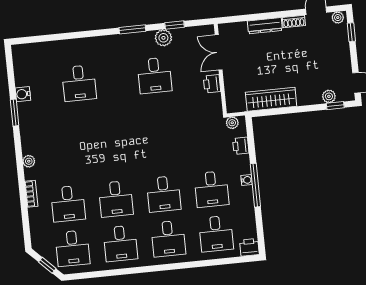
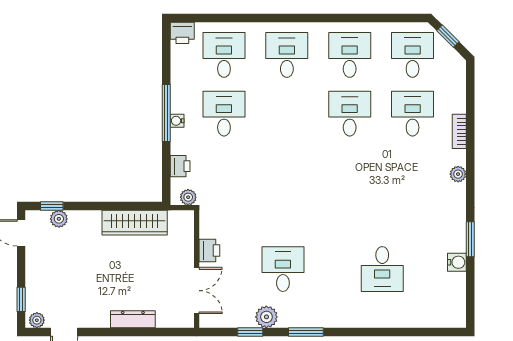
shoe rack: (294, 21) -> (95, 321), removed
desk: (79, 83) -> (382, 269), turned 180
desk: (164, 194) -> (287, 114), removed

